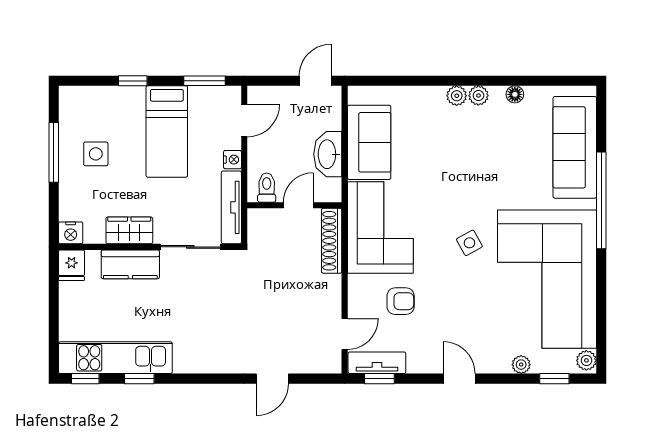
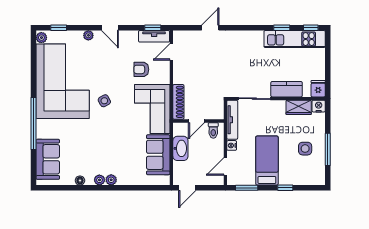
sofa: (575, 147) -> (48, 159), width x0.73
wardrobe: (129, 230) -> (299, 107), moved
plant: (521, 365) -> (88, 35), moved

